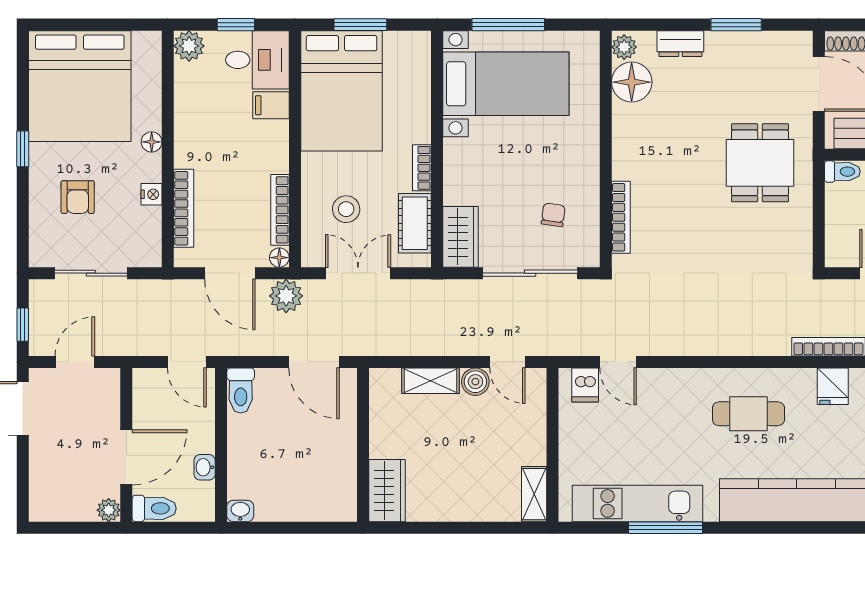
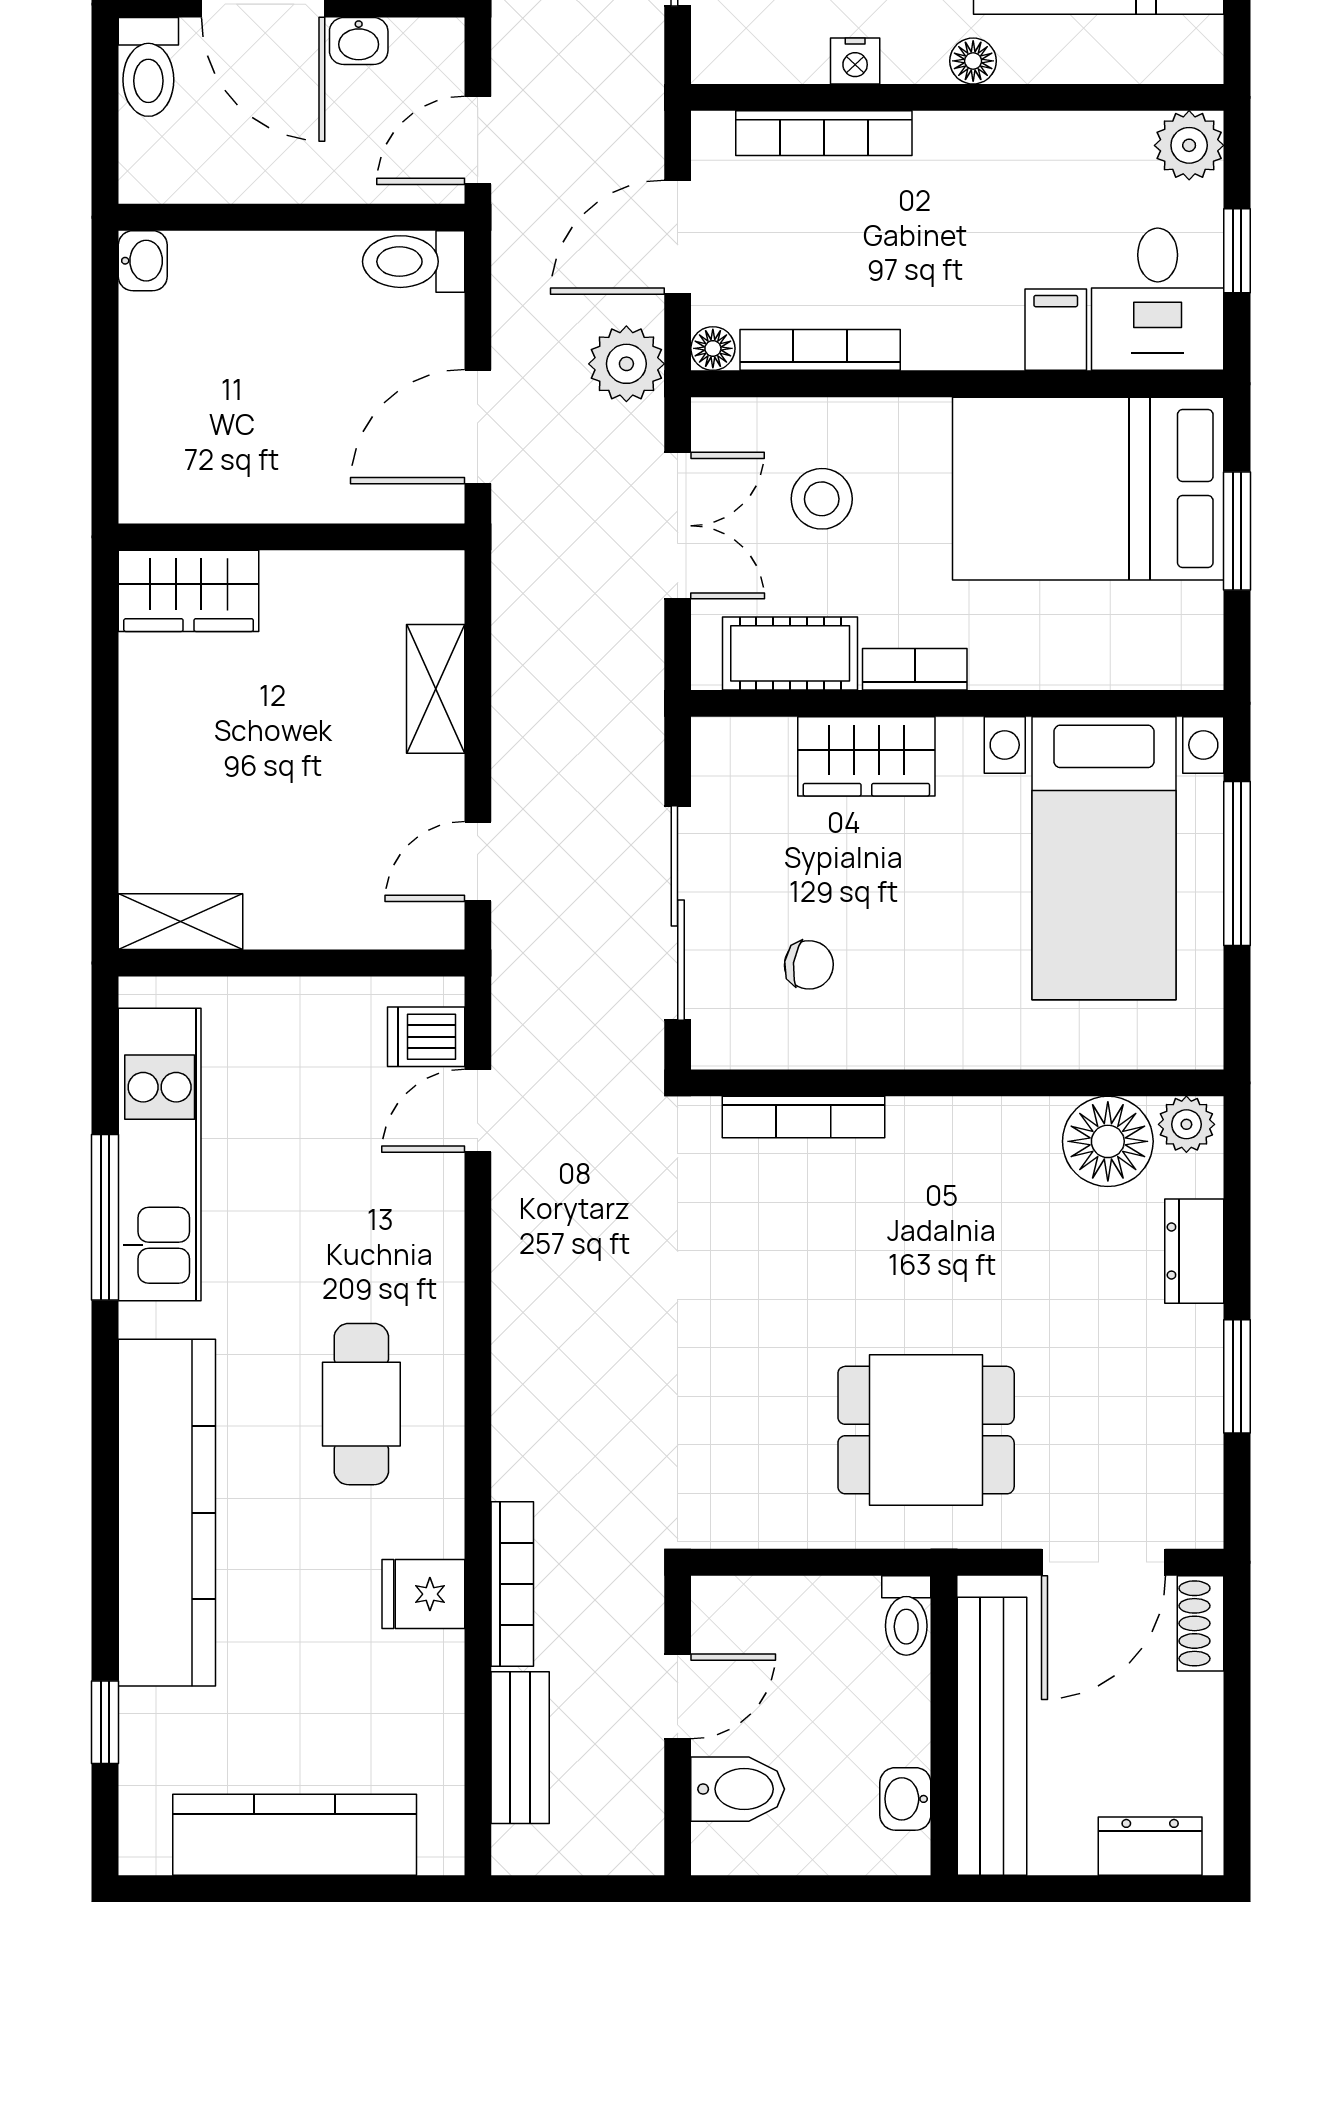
wardrobe: (461, 237) -> (866, 756), moved
boiler: (475, 382) -> (434, 790), removed
washbasin: (205, 467) -> (359, 41), moved, turned 180

